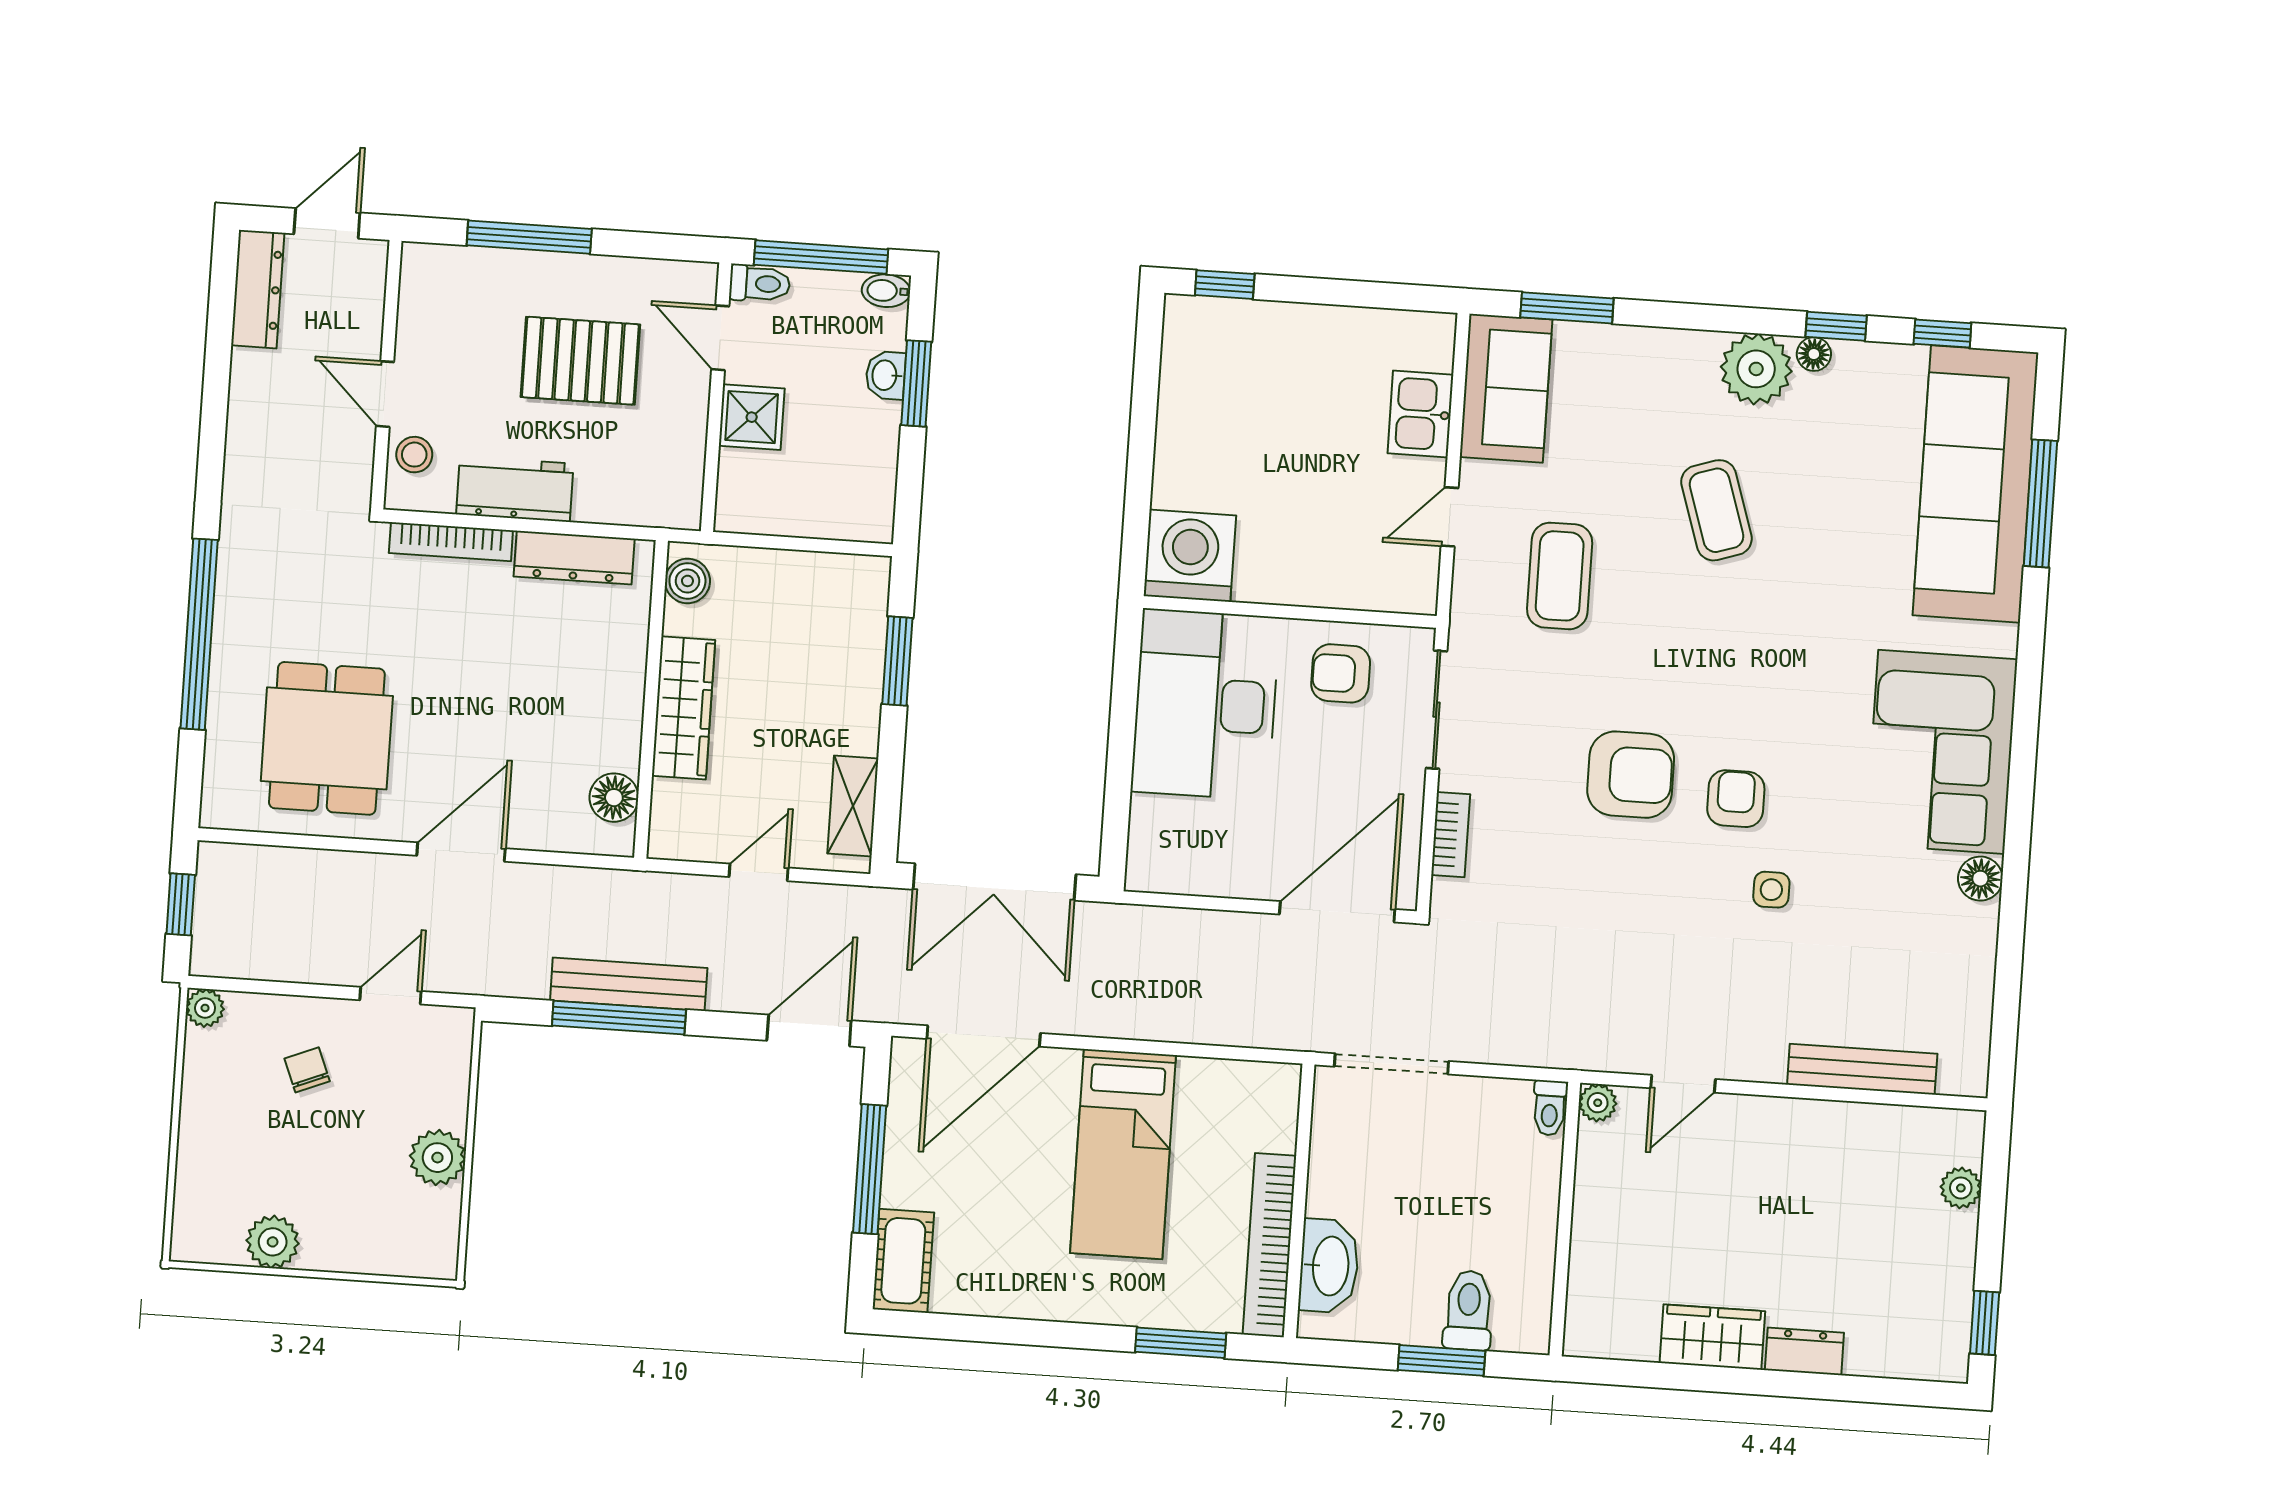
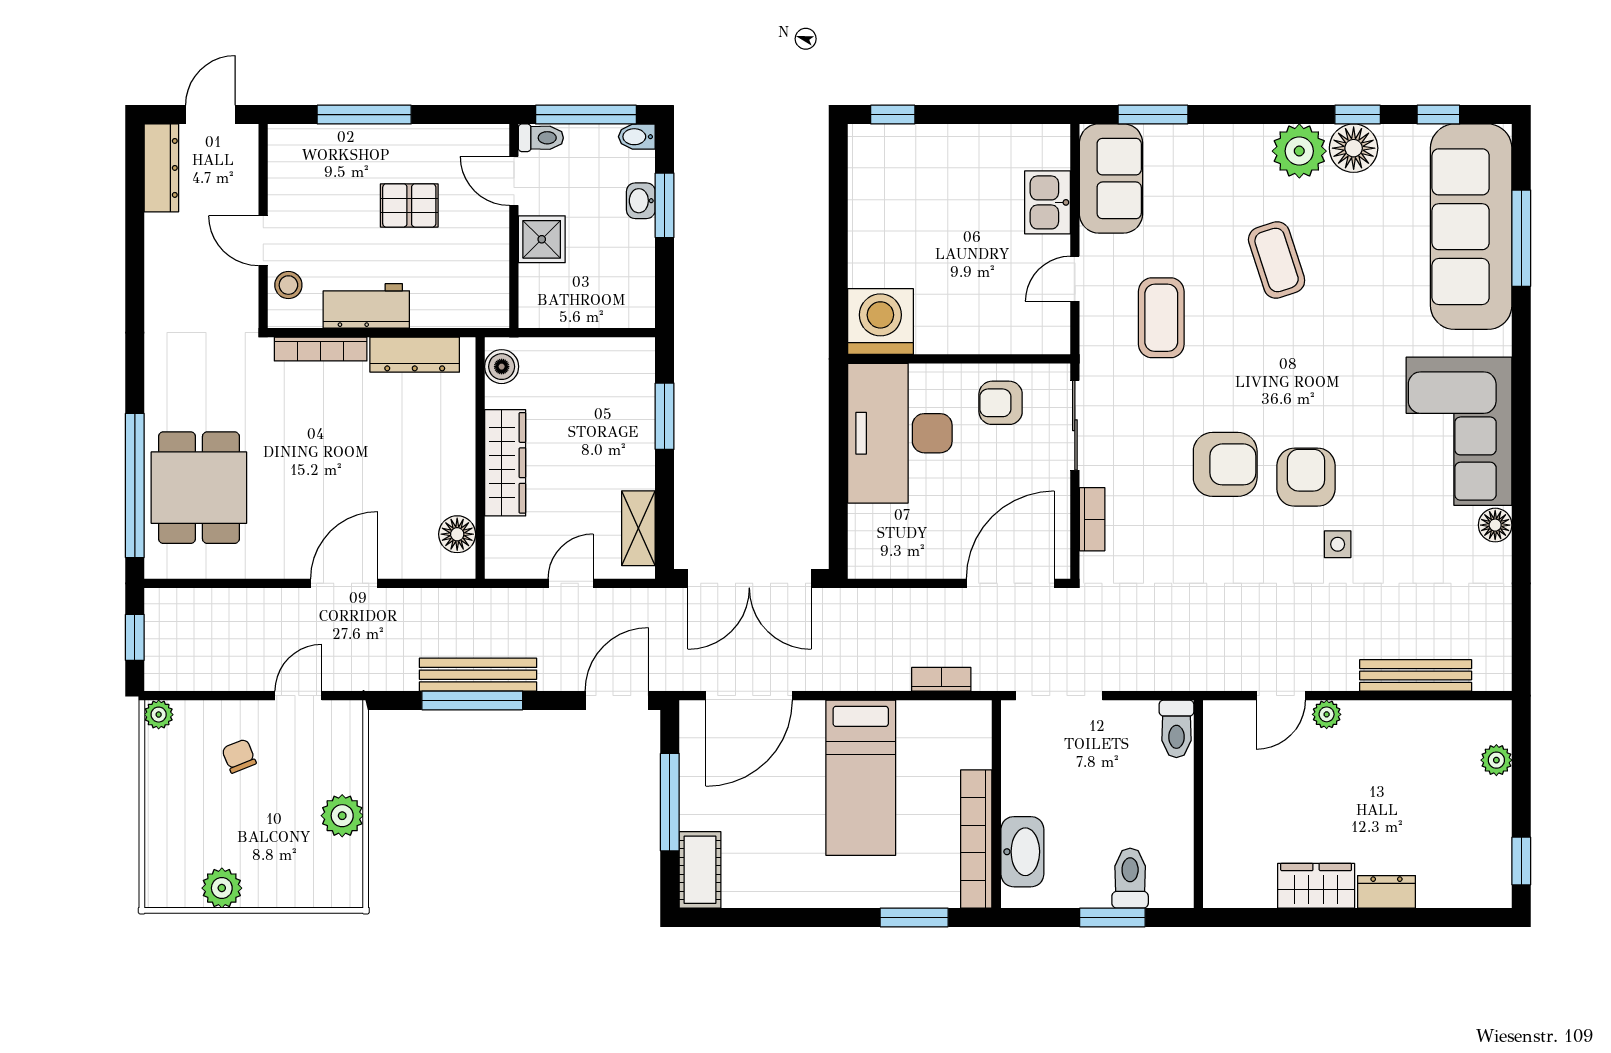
floor lamp: (1814, 354) -> (1354, 148), width x1.89, depth x1.89
pallet: (580, 361) -> (409, 205), width x0.67, depth x0.71
window: (199, 634) -> (135, 485), moved
dining table: (327, 738) -> (199, 488), moved
armchair: (1736, 799) -> (1306, 477), width x1.38, depth x1.38
bookcase: (1238, 1032) -> (941, 679), added
plant: (1598, 1103) -> (1327, 714), moved
toilet: (1550, 1108) -> (1176, 729), width x1.37, depth x1.39

